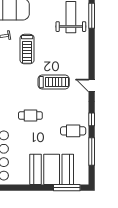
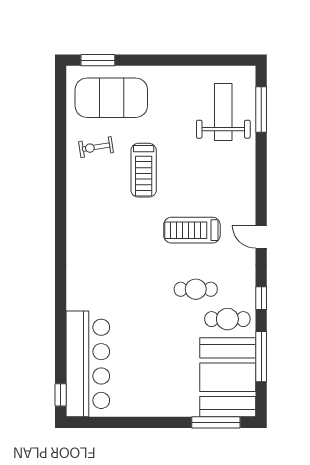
treadmill: (54, 82) -> (192, 230), turned 180
cafe table: (30, 115) -> (196, 289), moved
booth: (52, 169) -> (228, 377), moved, turned 90

